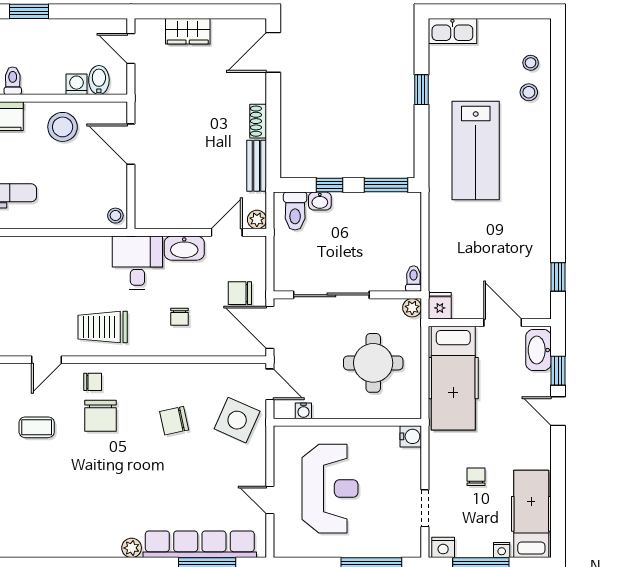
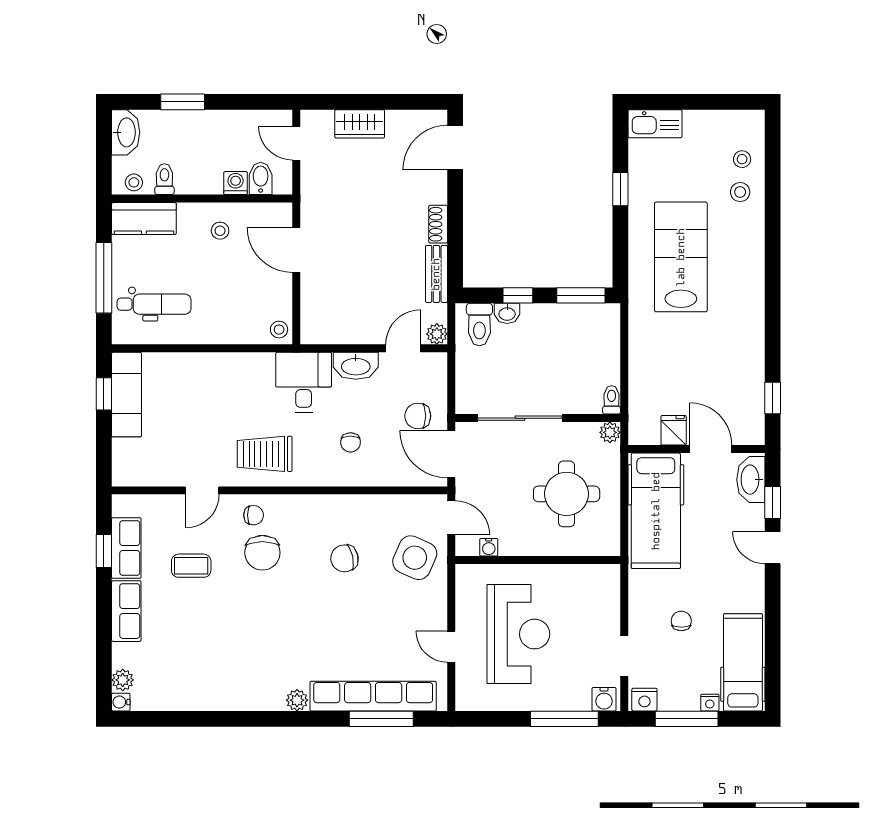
stool: (63, 127) -> (220, 231), width x0.53, depth x0.53
lab bench: (476, 150) -> (681, 257), turned 180
fridge: (440, 306) -> (674, 430), moved
water cooler: (411, 436) -> (604, 699), moved, turned 90

